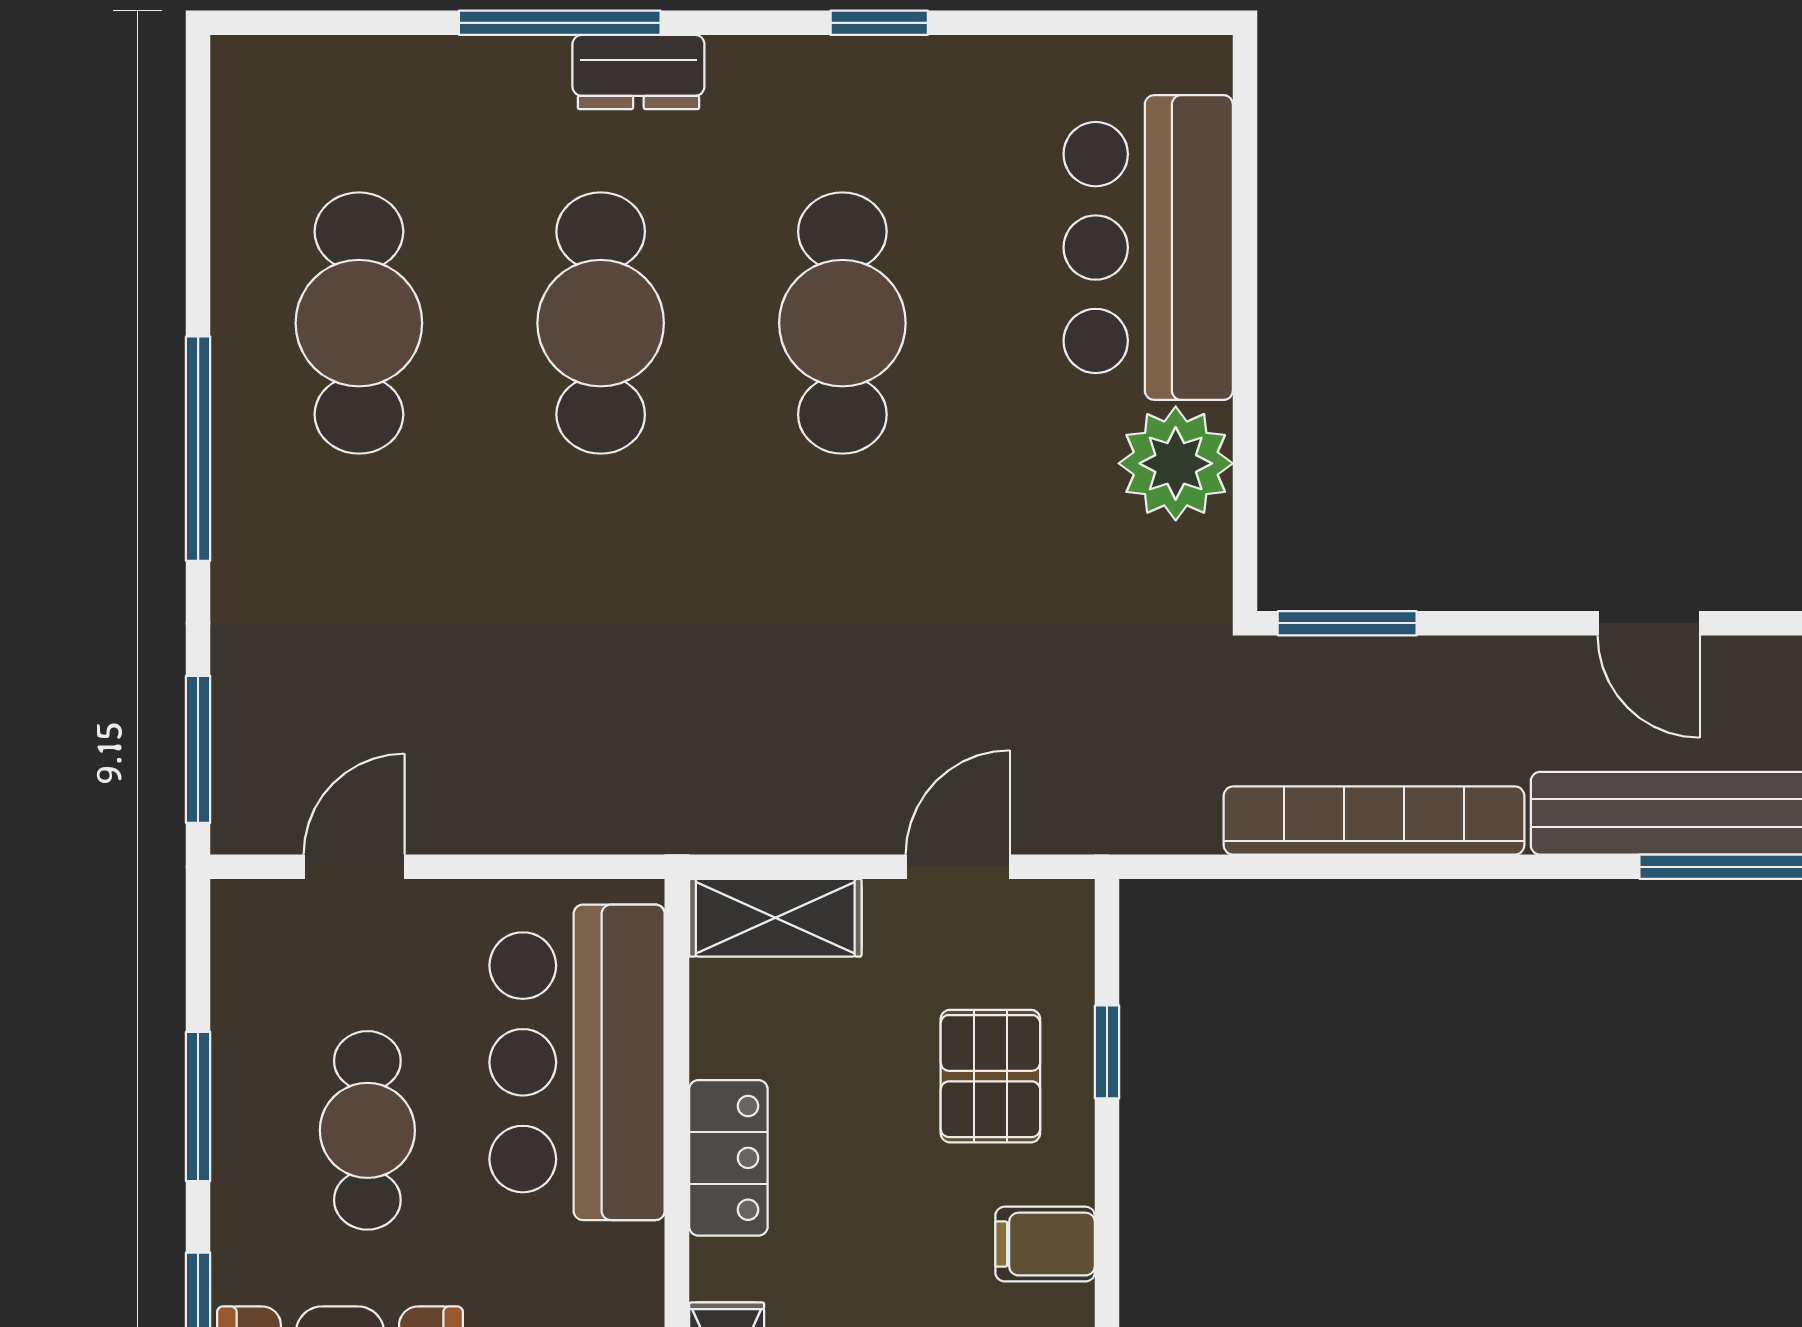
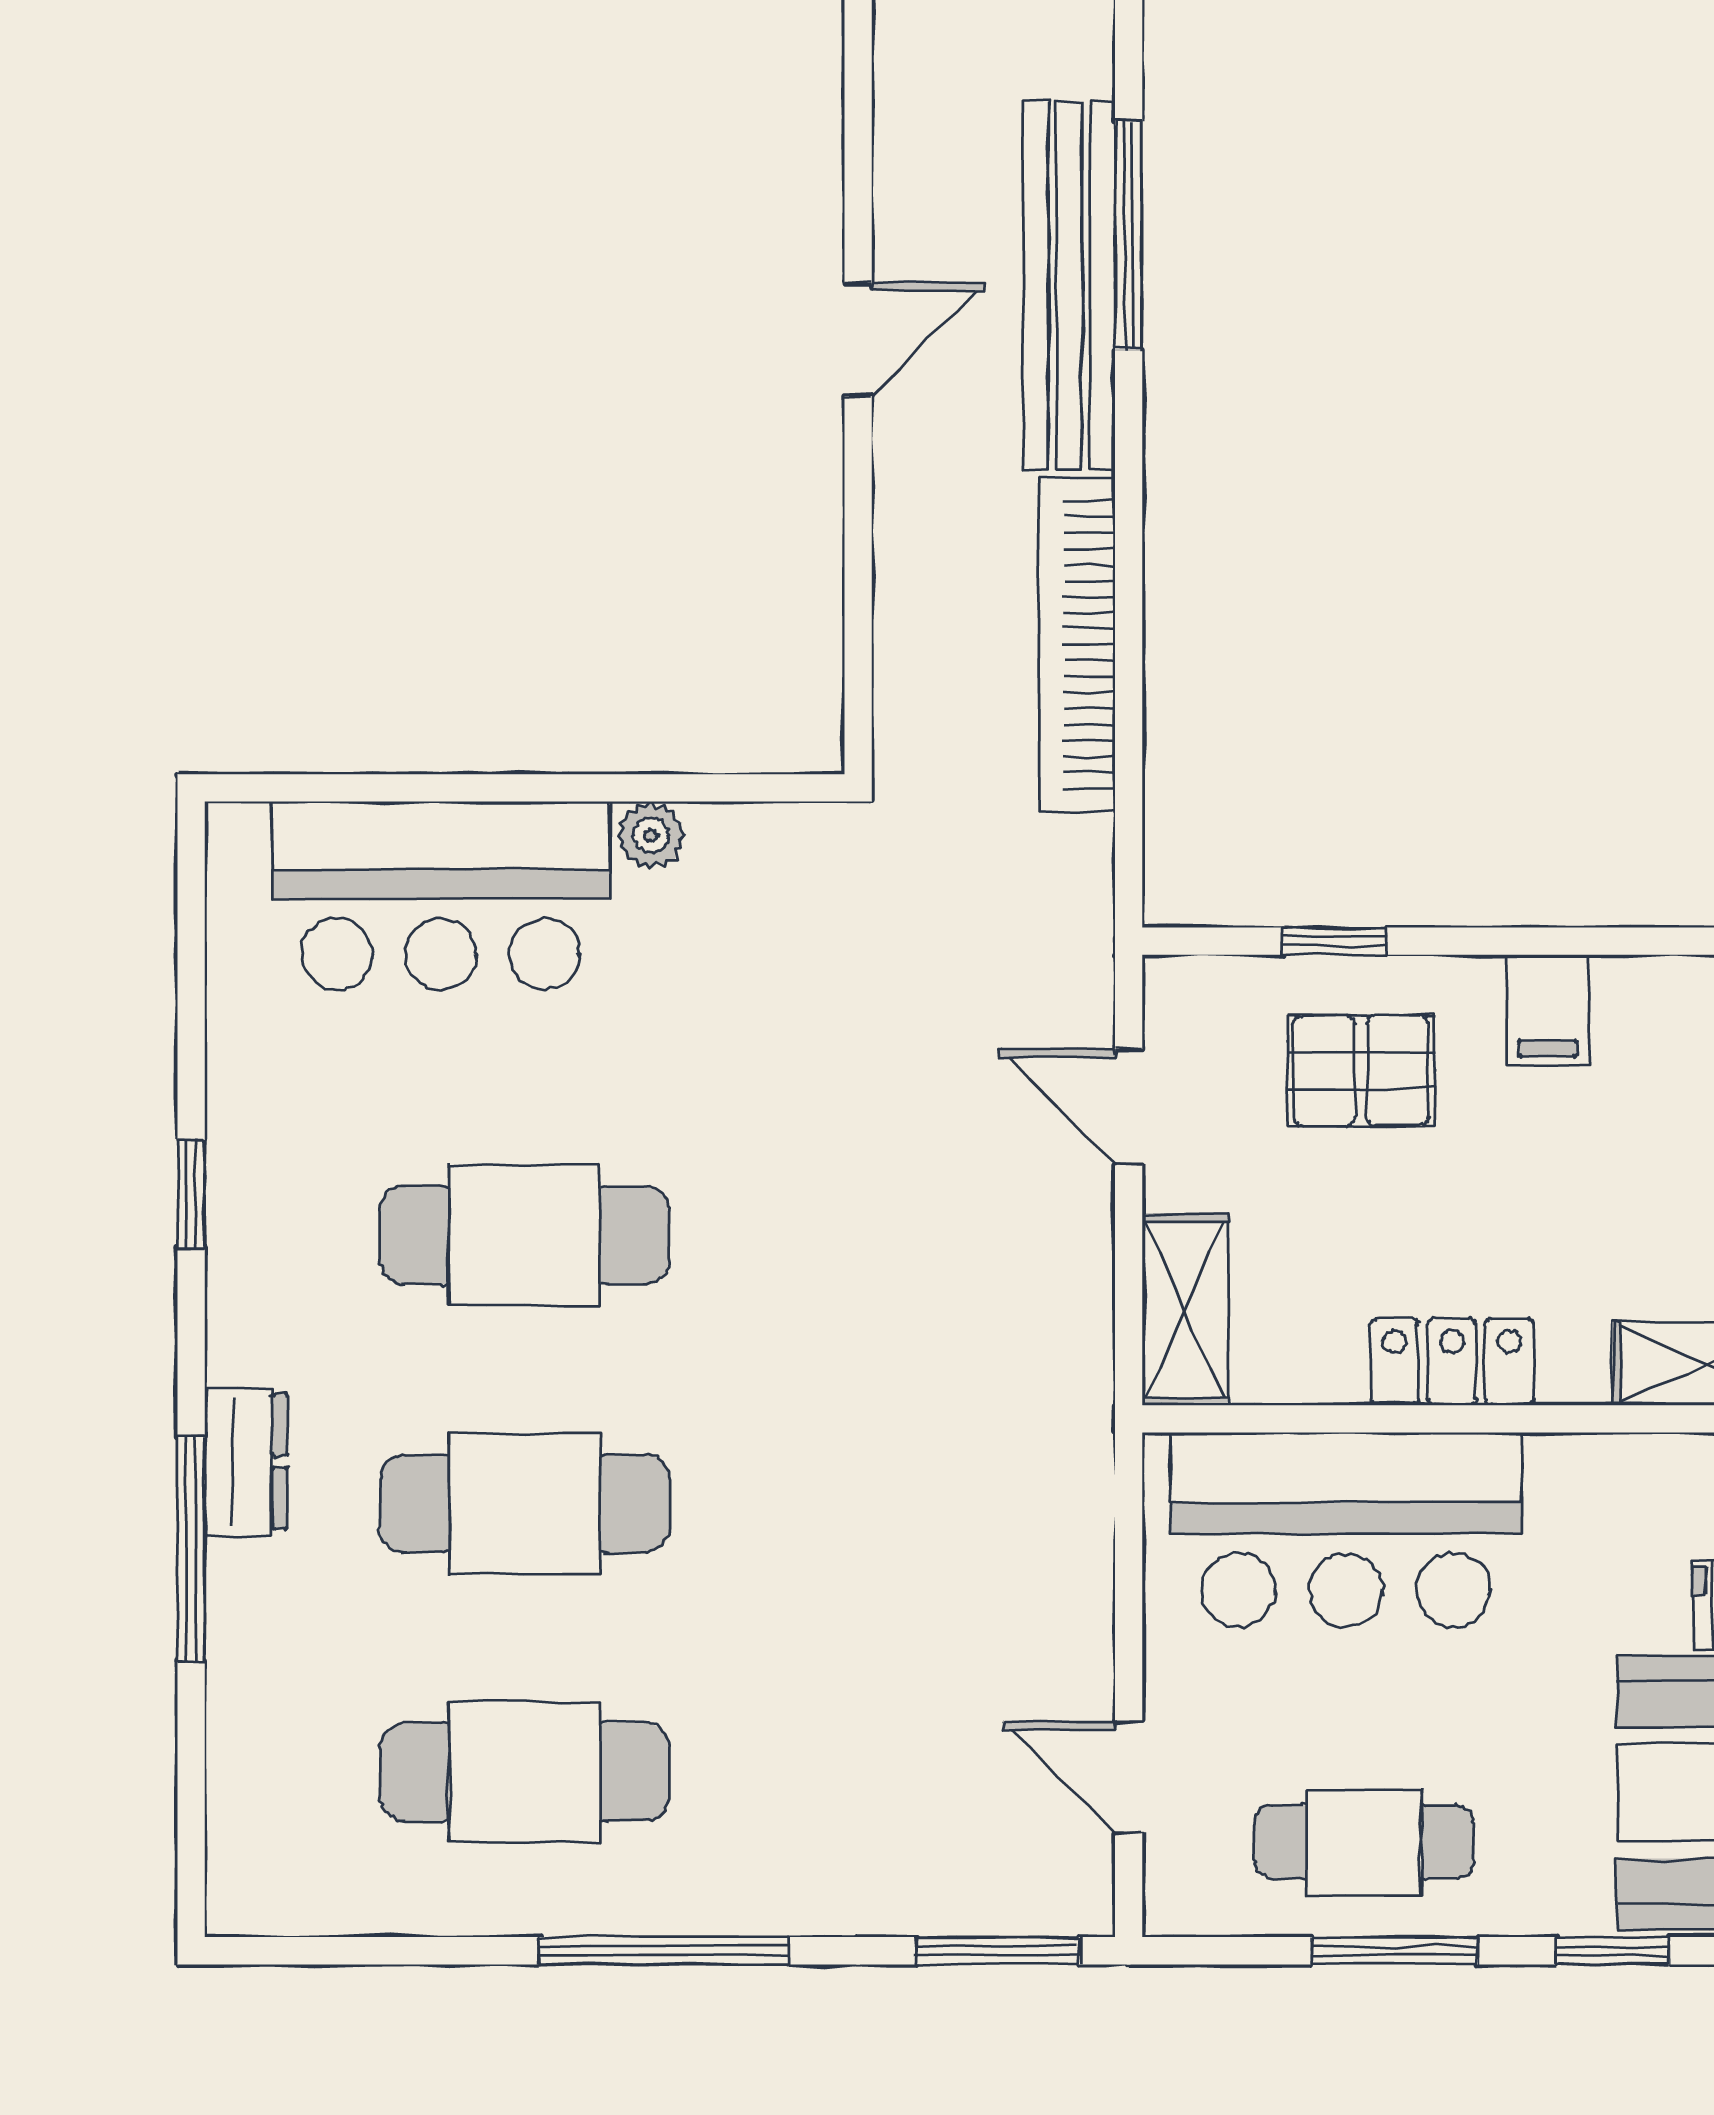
plant: (1176, 463) -> (651, 835), width x0.53, depth x0.53
window: (1347, 623) -> (858, 674), removed
cafe table: (367, 1130) -> (1364, 1842), moved

